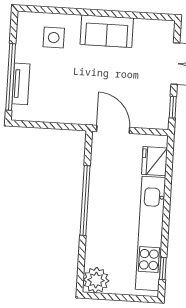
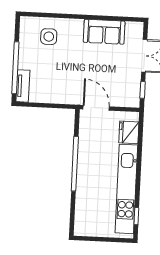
sofa: (107, 31) -> (104, 32), moved
tv unit: (21, 84) -> (23, 86), moved
plant: (96, 280) -> (84, 226), removed

